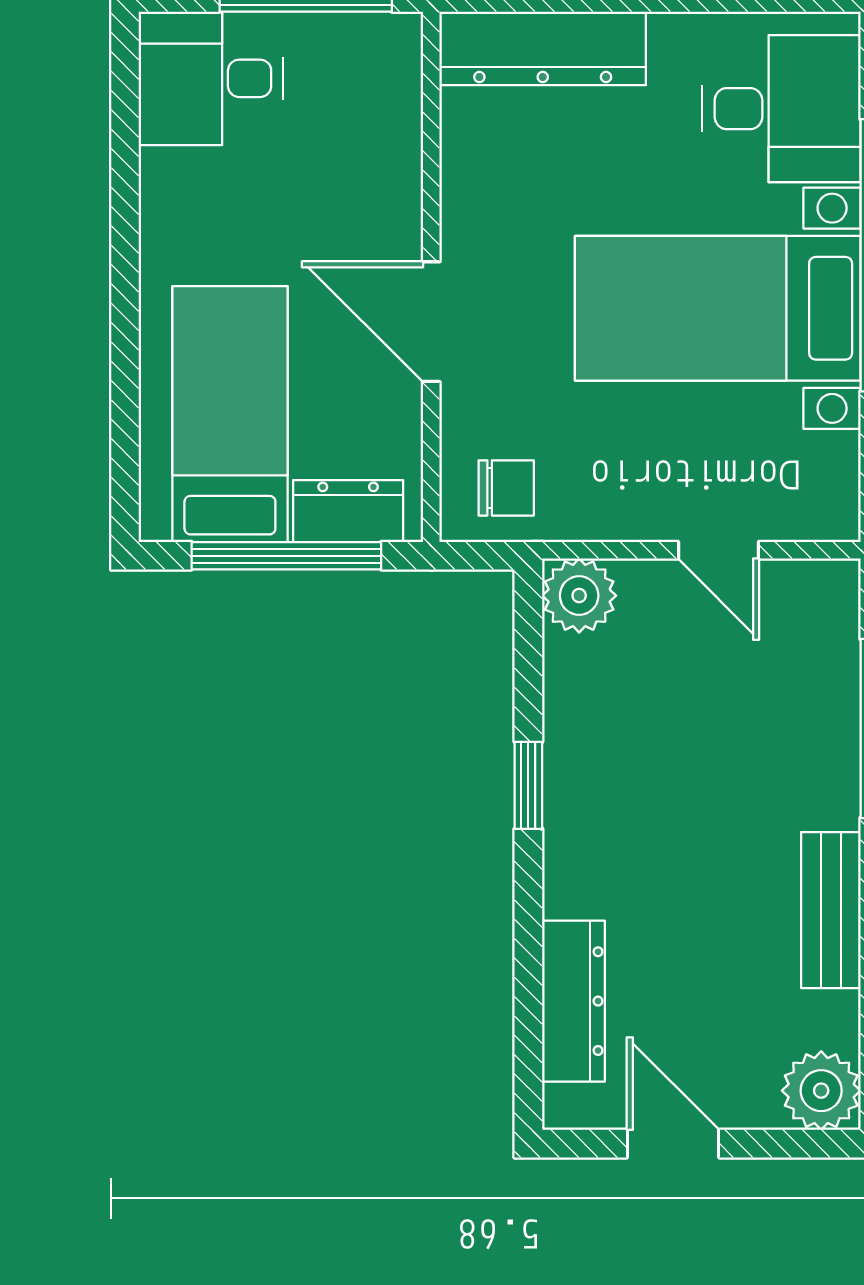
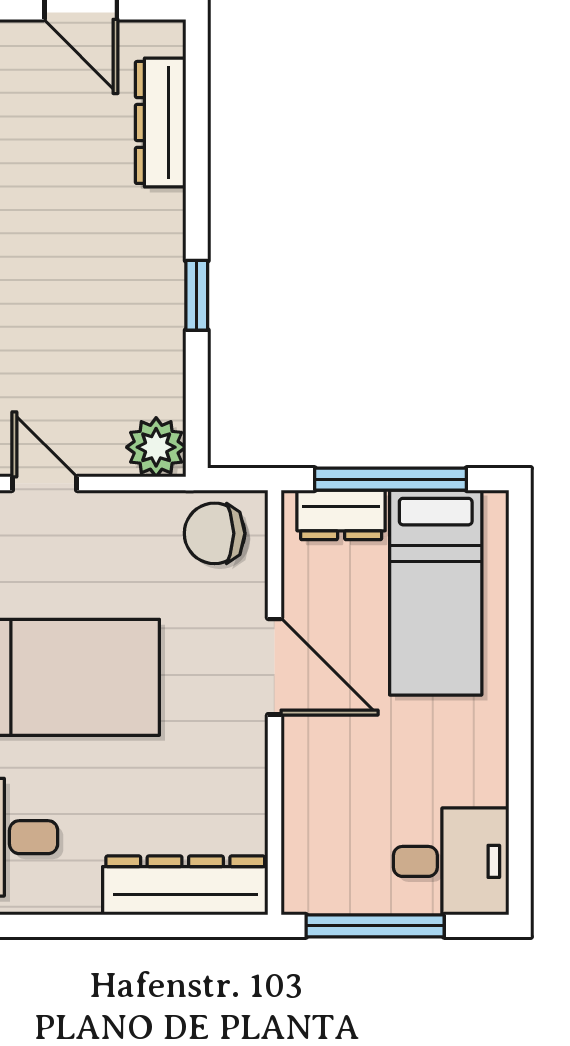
chair: (506, 488) -> (215, 533), width x1.37, depth x1.37

